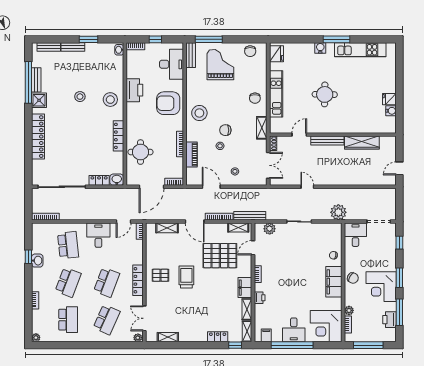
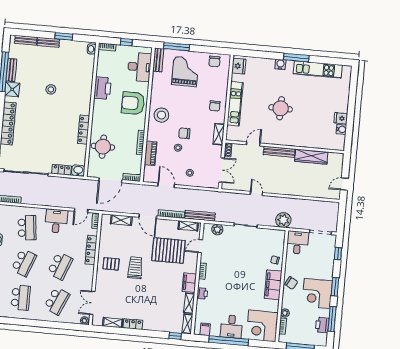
stool: (110, 100) -> (79, 95), removed
locker: (138, 280) -> (91, 250), moved
locker: (218, 337) -> (133, 324), moved

